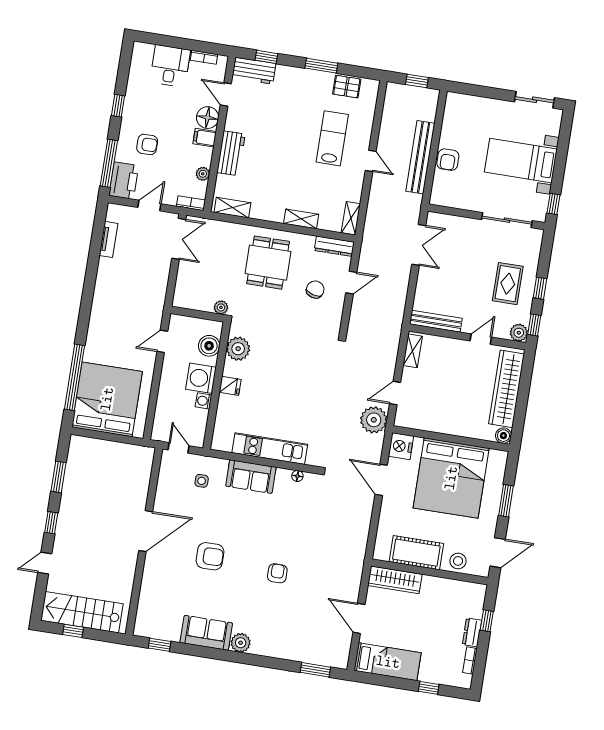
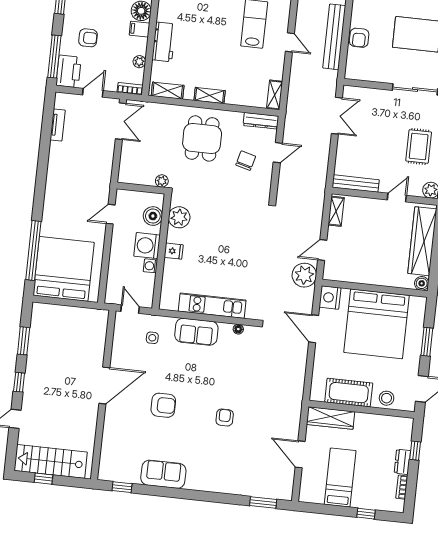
shelving: (301, 219) -> (210, 96), moved
plant: (241, 643) -> (195, 482), removed
bed: (388, 662) -> (340, 478), moved, turned -90

